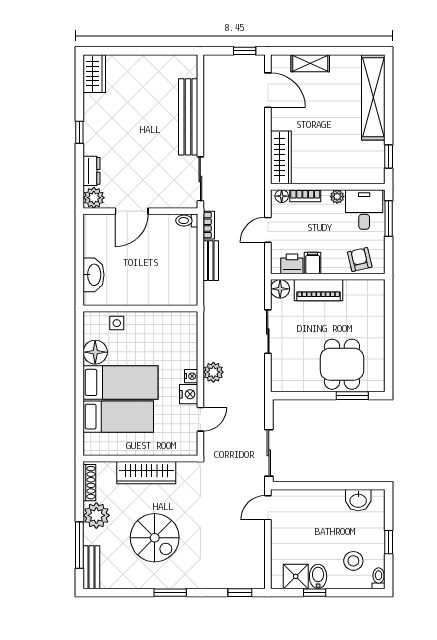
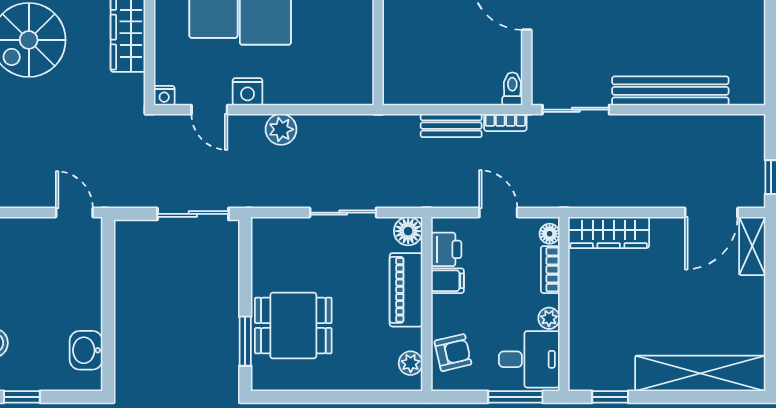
shelving: (310, 63) -> (752, 246), moved
plant: (367, 287) -> (411, 363), added
nightstand: (191, 376) -> (164, 96), moved
sliding door: (269, 453) -> (193, 214), moved

